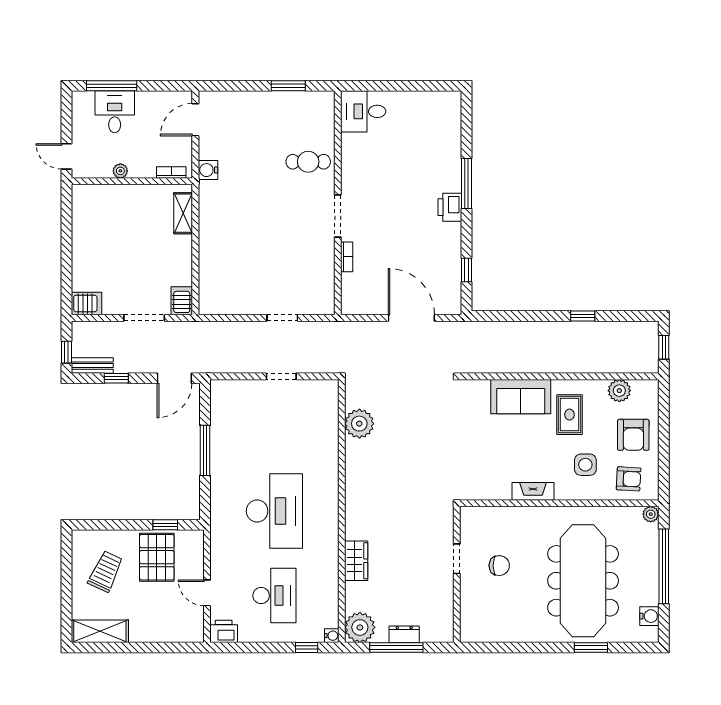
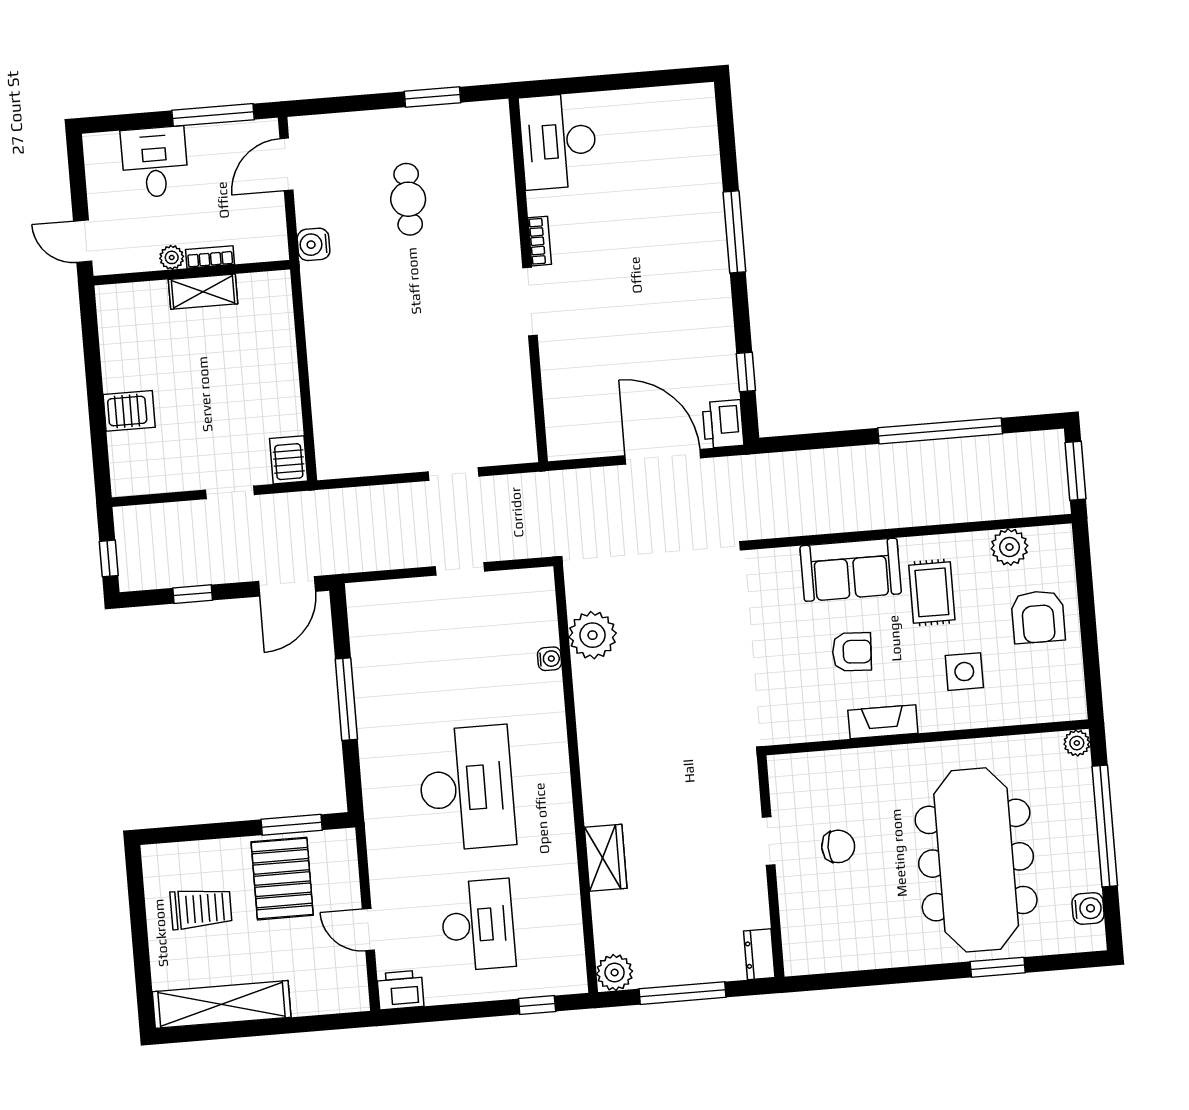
window: (112, 86) -> (213, 115), moved
desk: (363, 111) -> (558, 141), width x1.37
cafe table: (308, 162) -> (408, 199), moved, turned 90
bookcase: (171, 173) -> (210, 257), moved
printer: (450, 207) -> (723, 424), moved
shelving: (183, 213) -> (203, 292), moved, turned 90
bookcase: (347, 257) -> (540, 241), moved
server rack: (87, 304) -> (129, 411), moved
window: (583, 316) -> (940, 431), width x3.17
doorway: (144, 318) -> (230, 492), width x0.73
window: (664, 347) -> (1076, 471), width x1.50
bench: (92, 366) -> (152, 577), removed
armchair: (629, 479) -> (852, 652), moved
window: (165, 525) -> (292, 825), width x1.50
trolley: (105, 572) -> (201, 909), turned 65
plant: (360, 627) -> (615, 972), width x0.73, depth x0.73
shelving: (100, 631) -> (222, 1004), width x1.47
dresser: (404, 634) -> (759, 954), moved, turned -90
water cooler: (332, 636) -> (549, 659), moved

